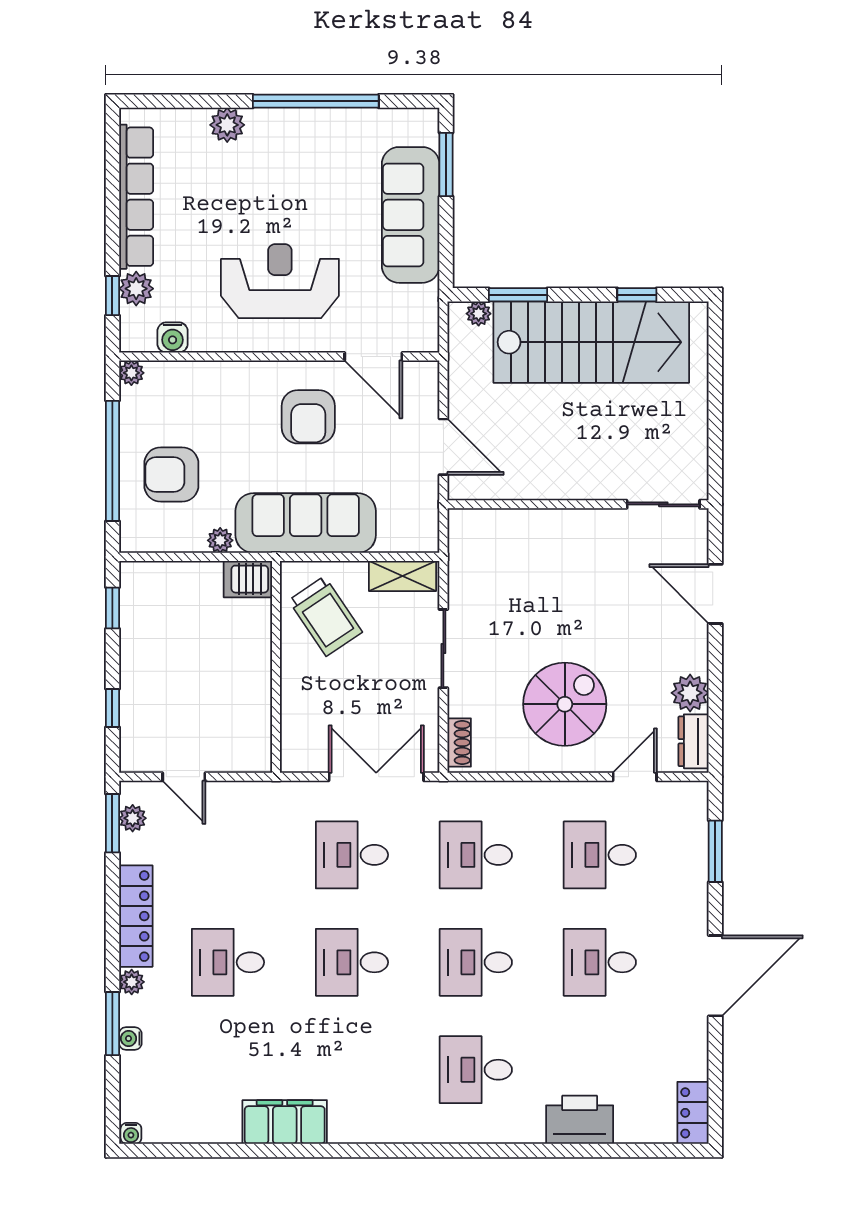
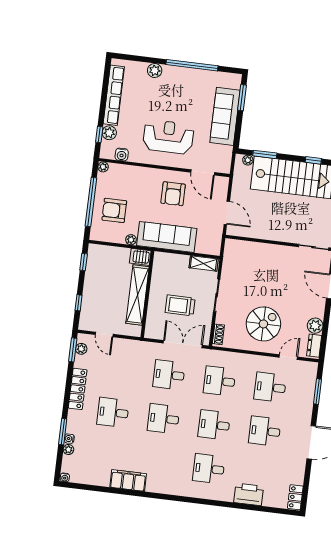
trolley: (325, 616) -> (180, 305), moved, turned 124
shelving: (252, 672) -> (138, 295), added
plant: (132, 982) -> (68, 450), moved

